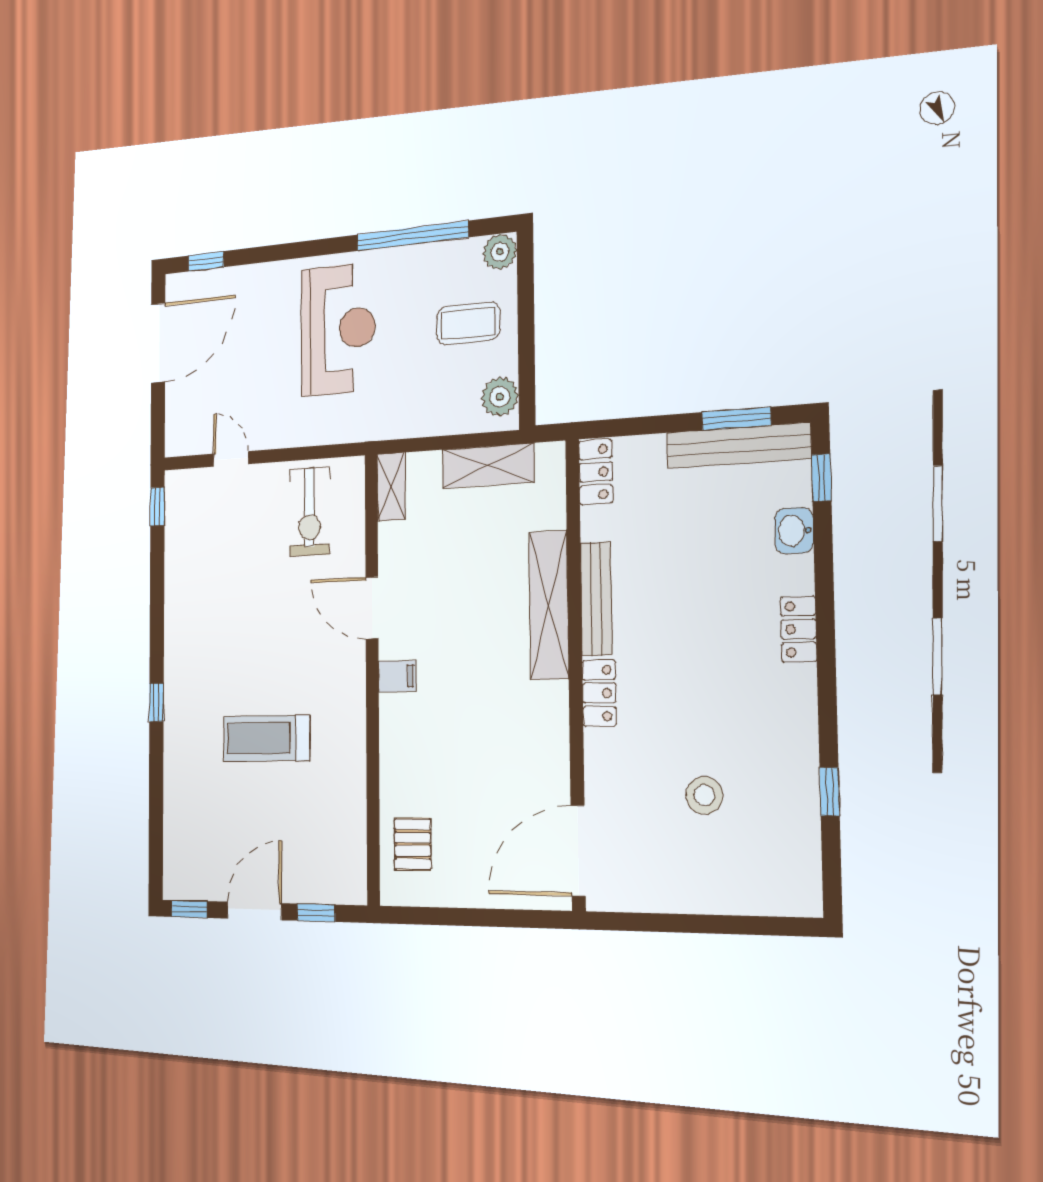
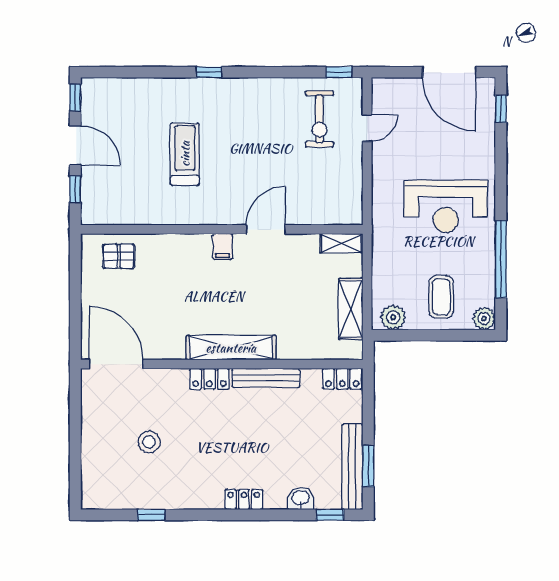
exercise bike: (309, 512) -> (319, 119), moved, turned -90
shelving: (549, 605) -> (231, 348), moved

